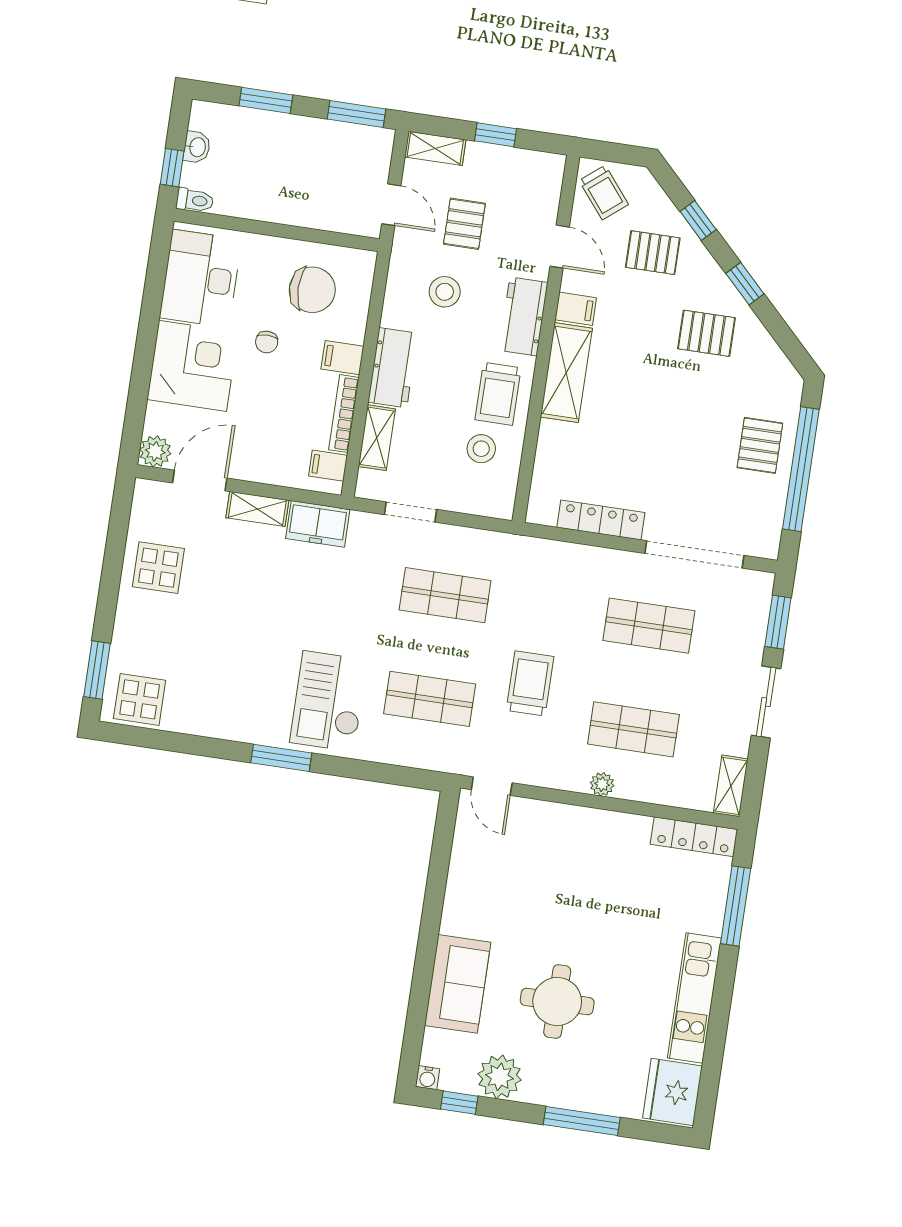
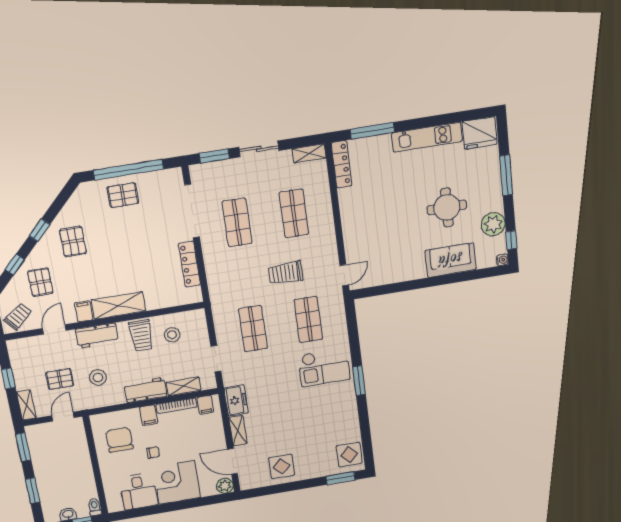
desk: (201, 279) -> (139, 491), width x0.73
trolley: (498, 394) -> (141, 336), turned 90
plant: (602, 784) -> (327, 220), removed

